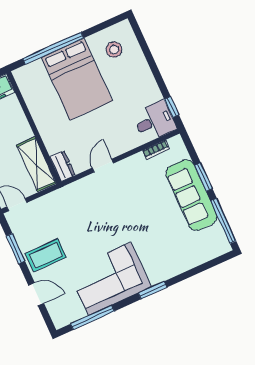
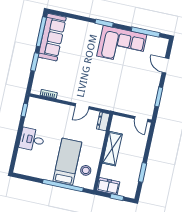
stool: (114, 50) -> (86, 170), moved
bed: (77, 79) -> (67, 162), width x0.67
desk: (155, 121) -> (32, 139), moved
shelving: (36, 164) -> (112, 149), moved
sofa: (191, 195) -> (52, 37), moved
coffee table: (46, 255) -> (146, 82), removed

